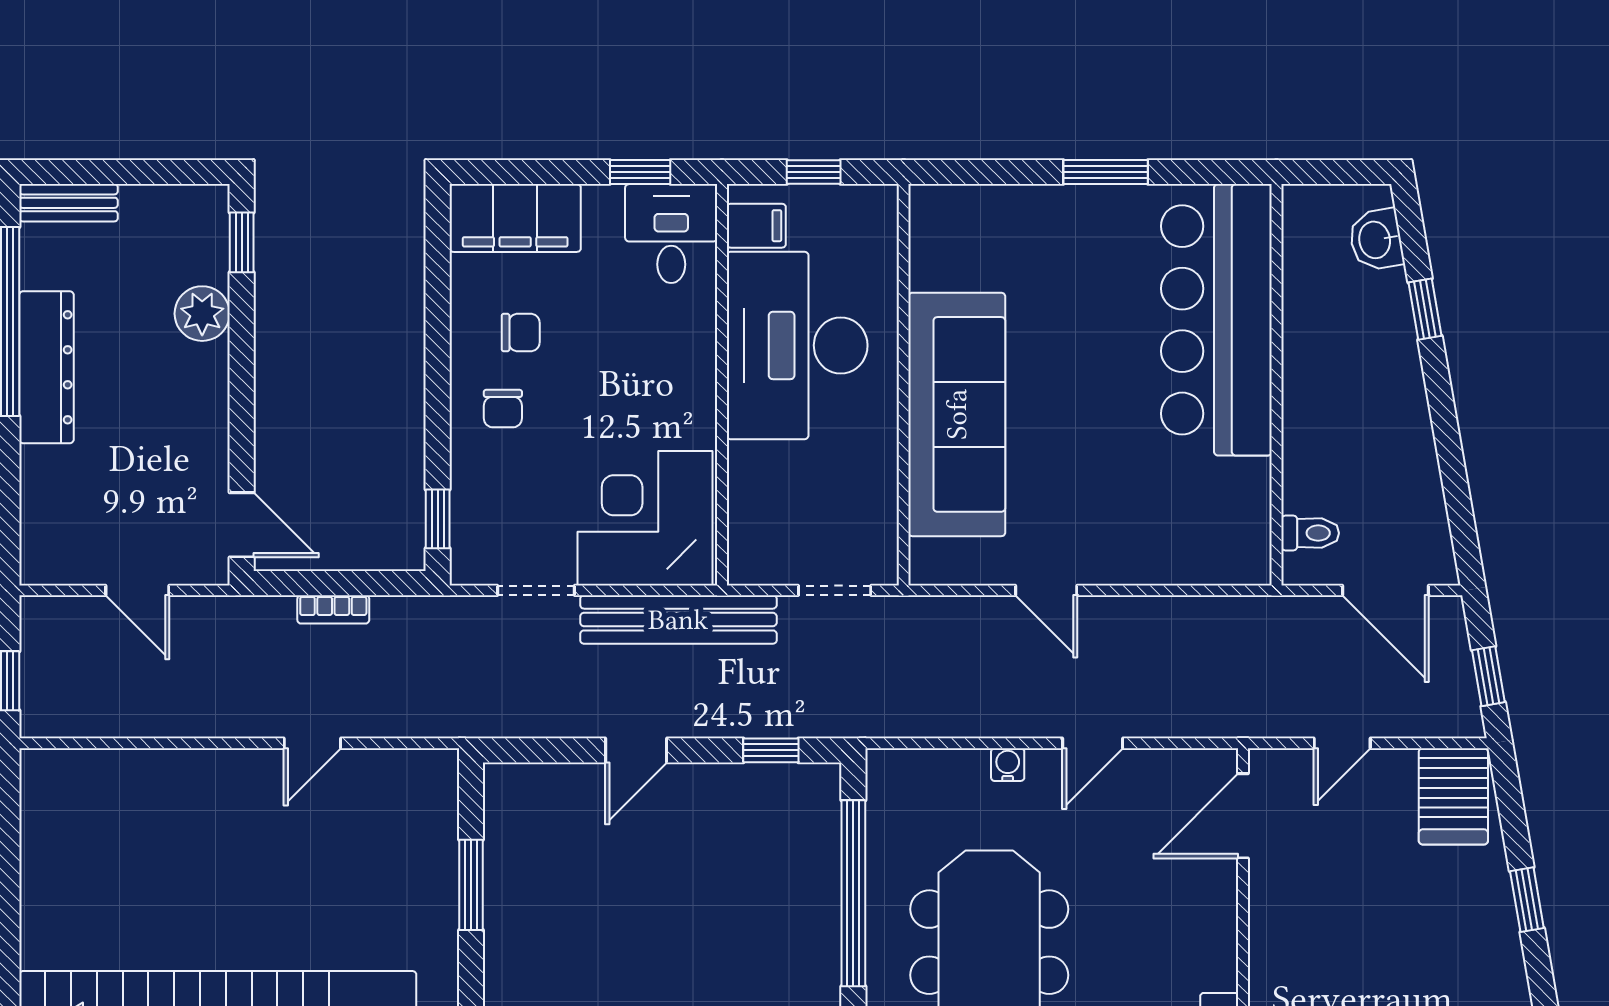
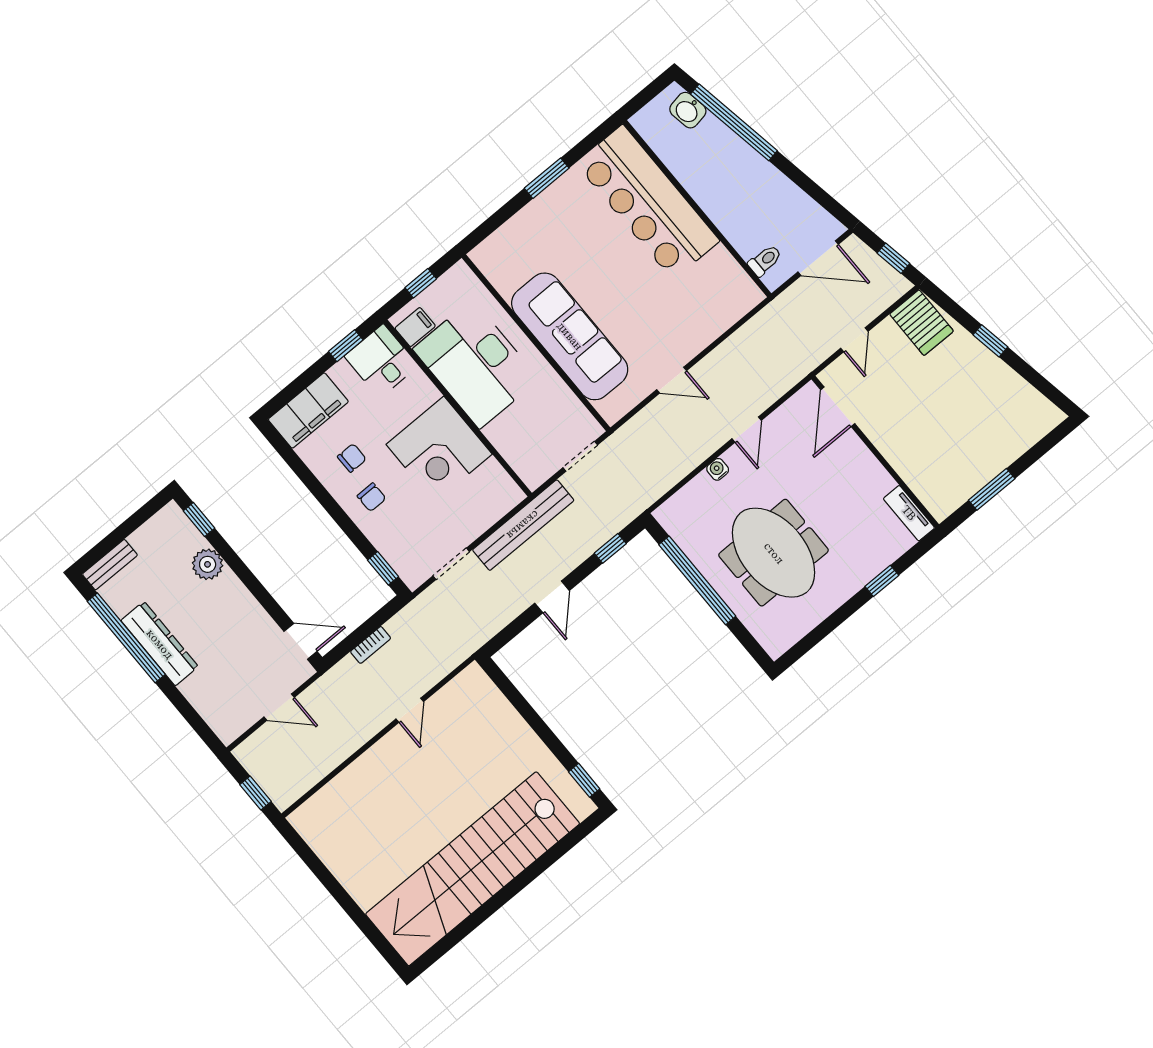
window: (1425, 309) -> (734, 122), width x3.17
corner desk: (645, 518) -> (439, 449), moved, turned -90
window: (471, 885) -> (529, 714), removed

